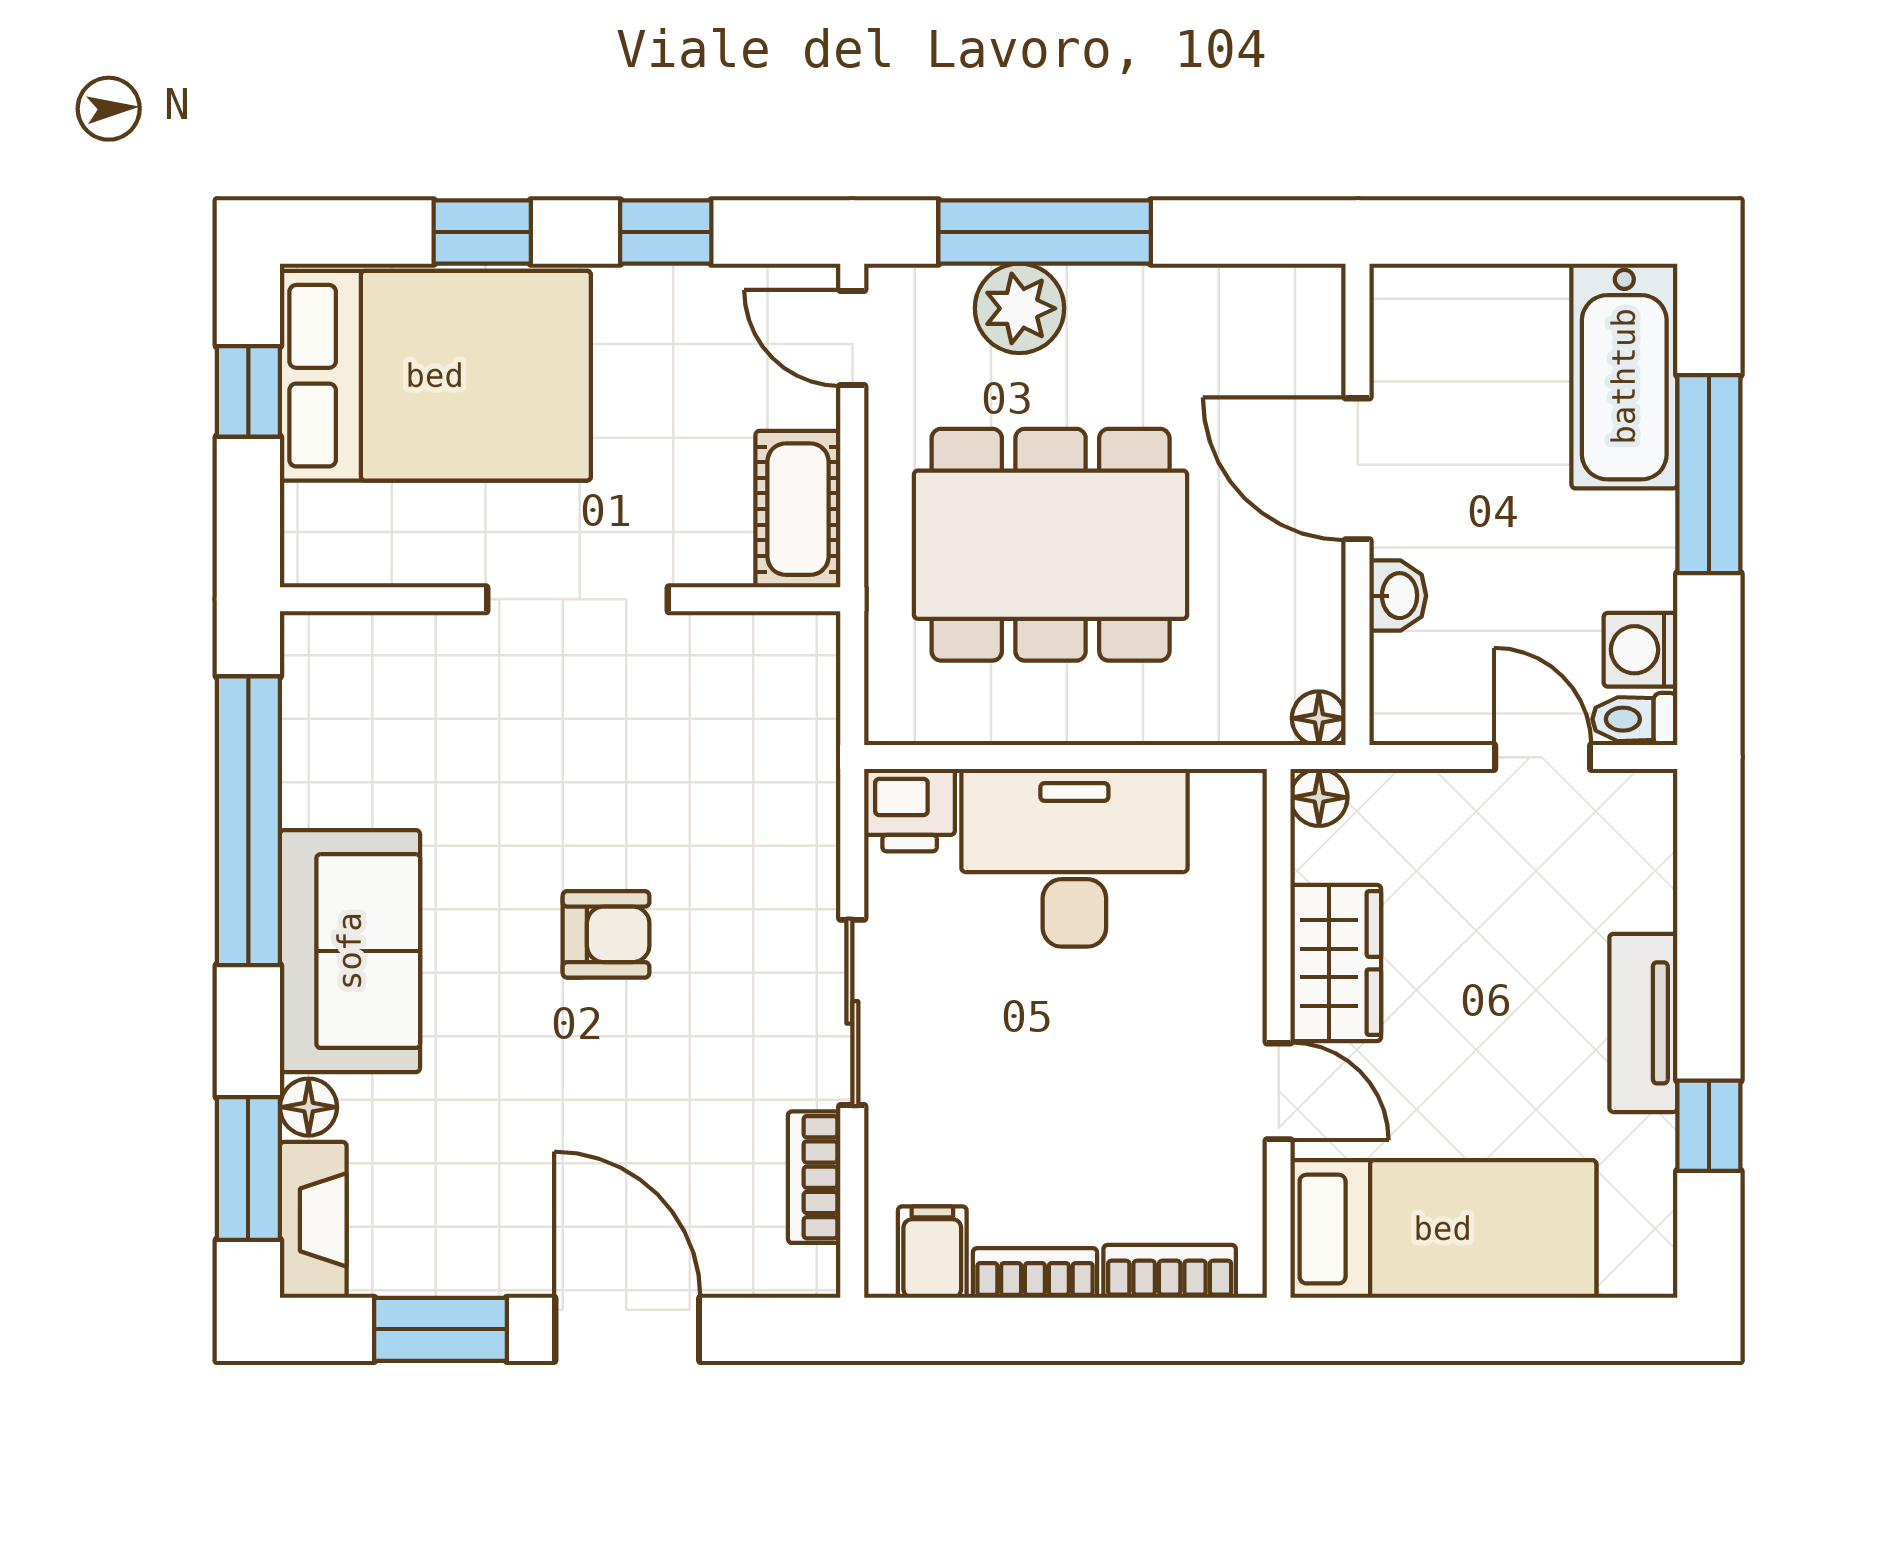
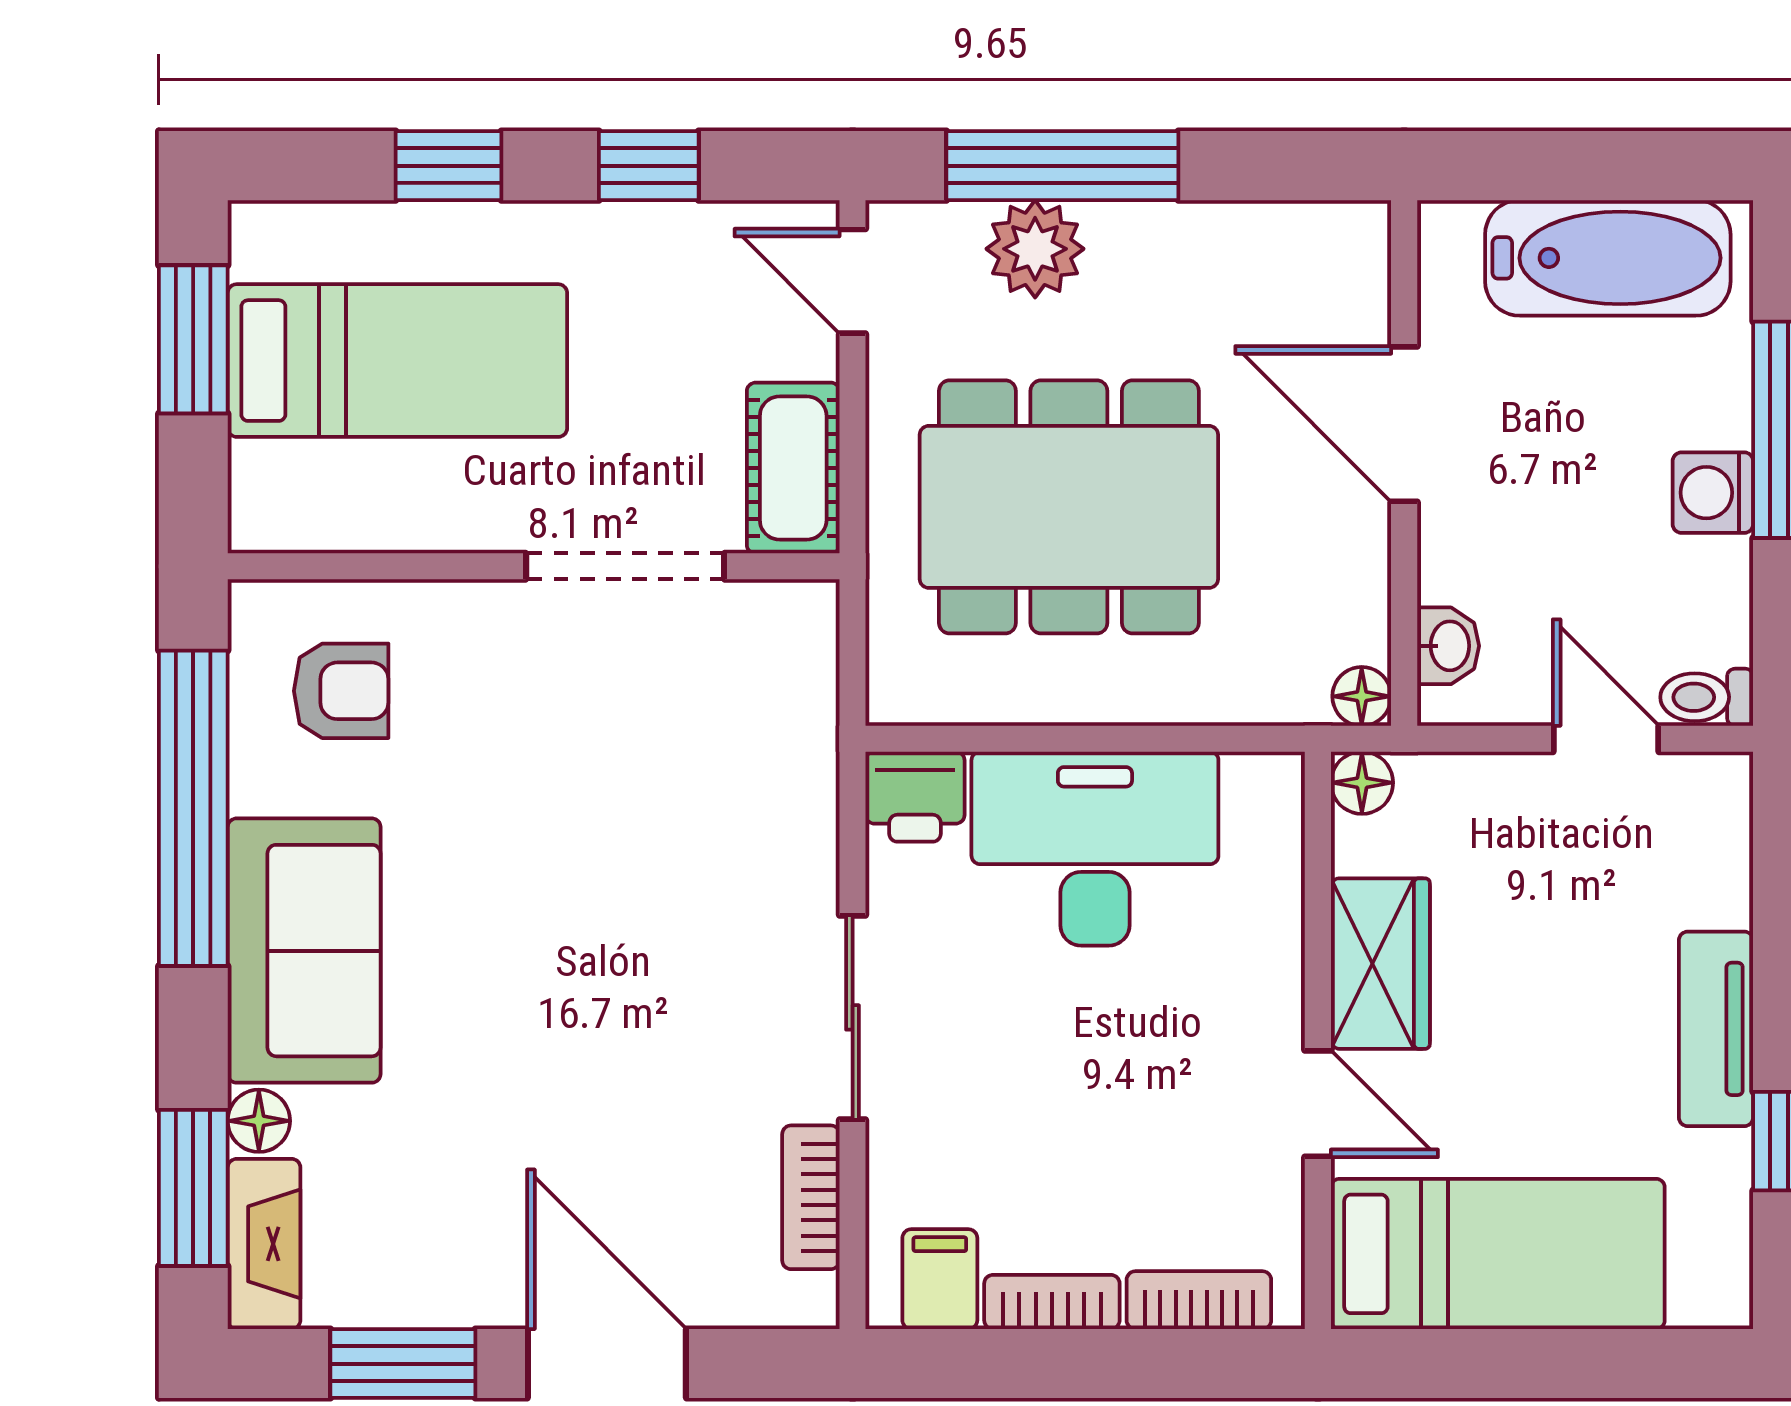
bed: (435, 376) -> (397, 361), width x0.67
bathtub: (1624, 376) -> (1608, 258), moved, turned -90
window: (248, 391) -> (193, 339), width x1.50
washbasin: (1398, 596) -> (1448, 646), moved
doorway: (578, 599) -> (625, 566), moved
washing machine: (1640, 650) -> (1713, 493), moved
armchair: (606, 934) -> (341, 691), moved

